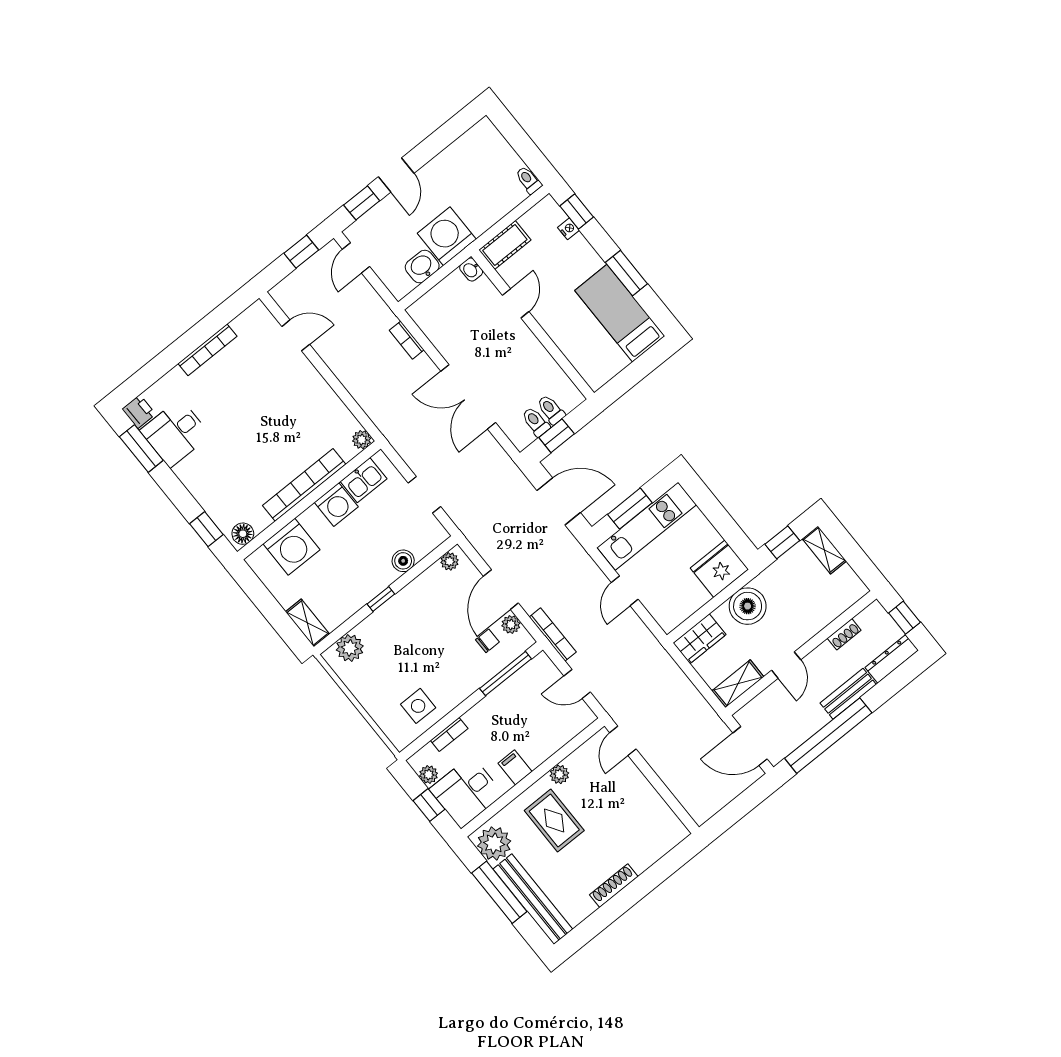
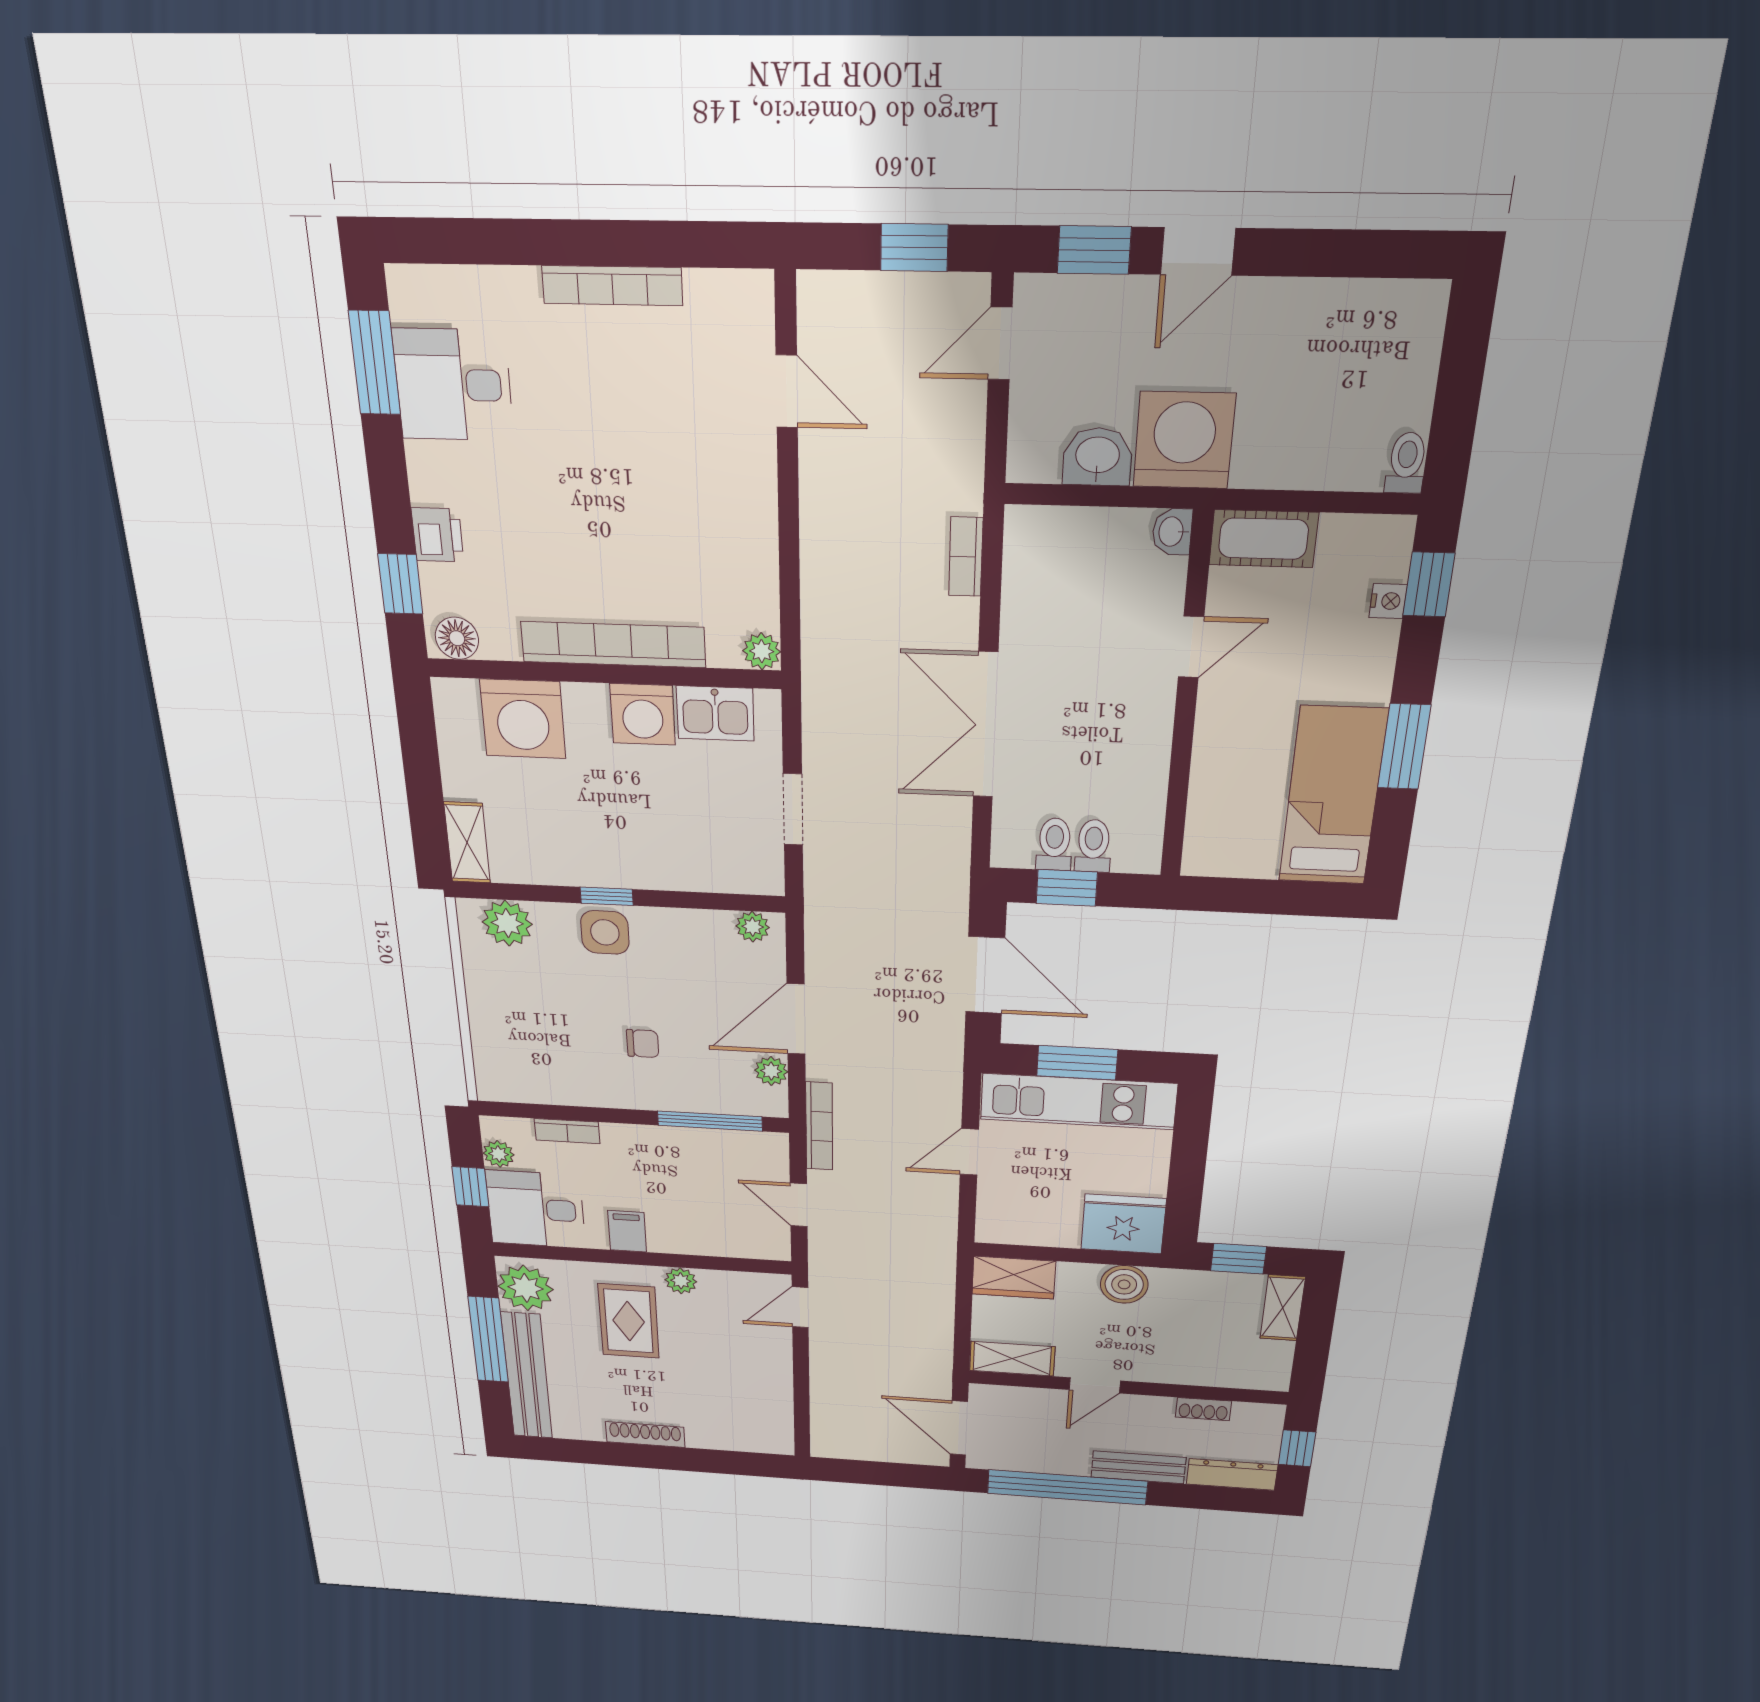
printer: (139, 412) -> (437, 535), moved
boiler: (403, 561) -> (683, 873), removed
boiler: (748, 606) -> (1124, 1284), width x0.73, depth x0.73
chair: (487, 641) -> (643, 1044), moved
side table: (418, 706) -> (605, 932), moved

